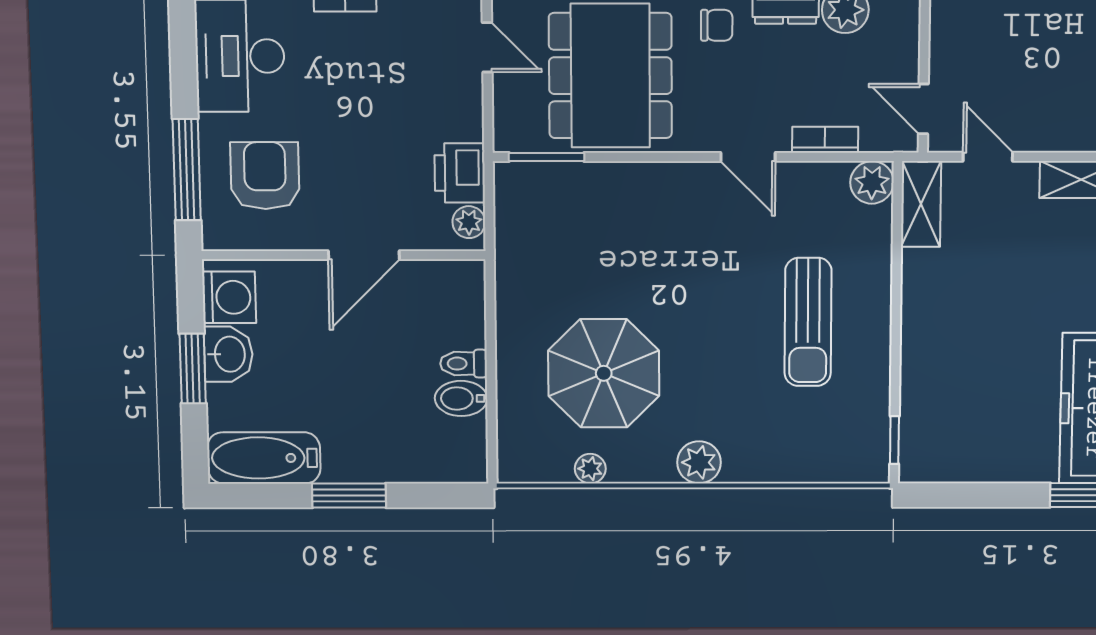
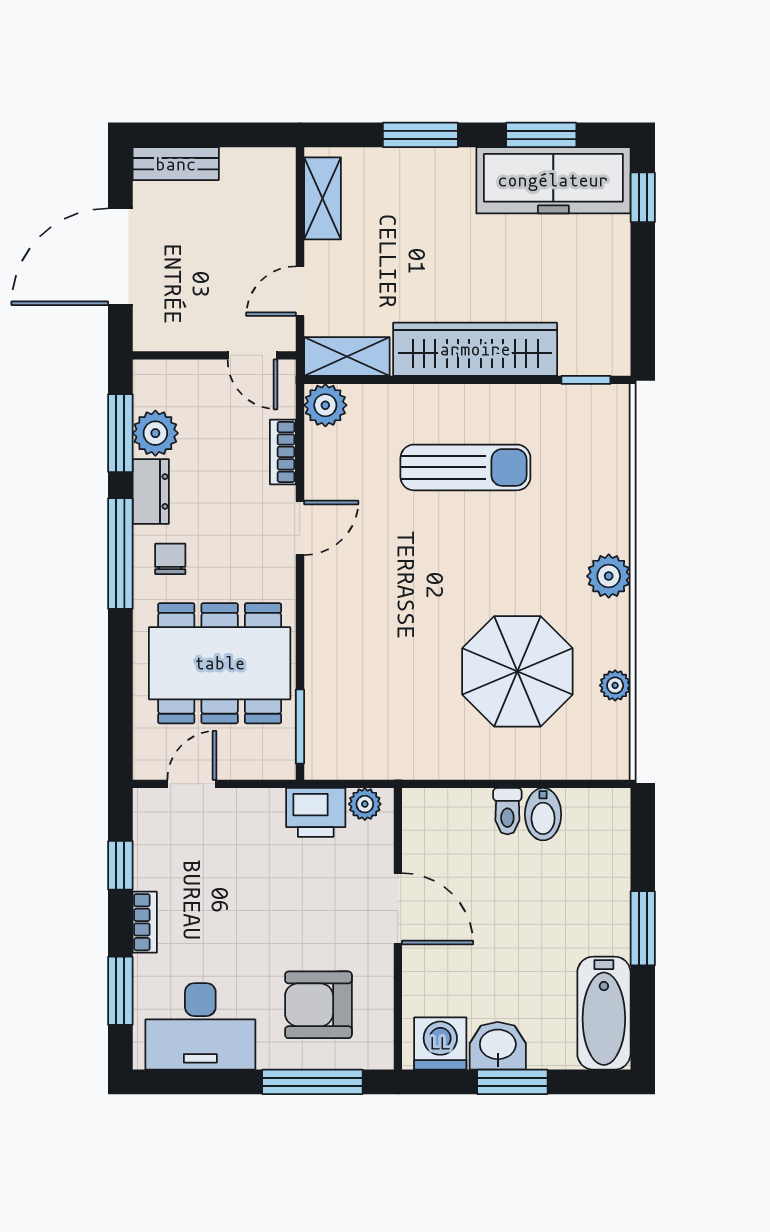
door: (923, 109) -> (252, 355), hinge flipped
wardrobe: (926, 331) -> (475, 349), added

